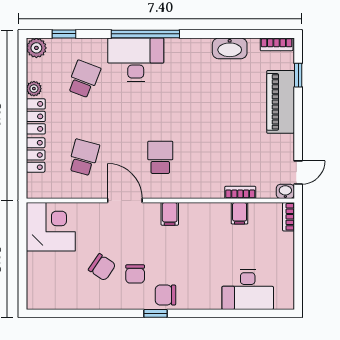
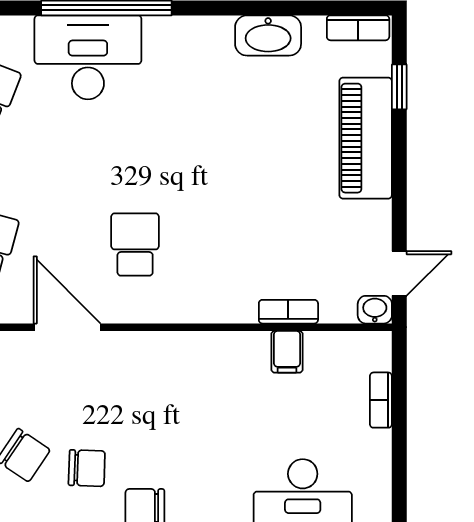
filing cabinet: (170, 214) -> (153, 353), removed
bookcase: (288, 217) -> (381, 400), moved
chair: (135, 274) -> (87, 468), turned -88

